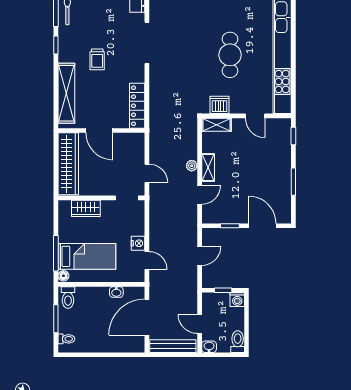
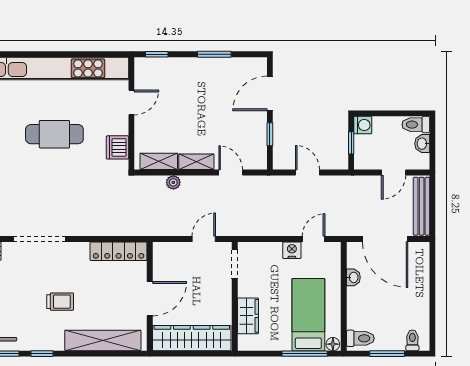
shelving: (217, 125) -> (159, 161), moved, turned 90
plant: (192, 166) -> (173, 182), moved
washbasin: (209, 347) -> (422, 144), moved

